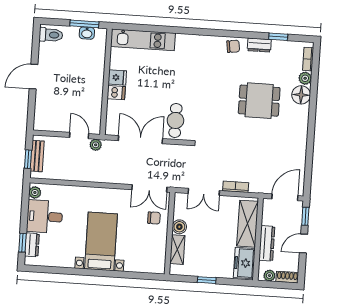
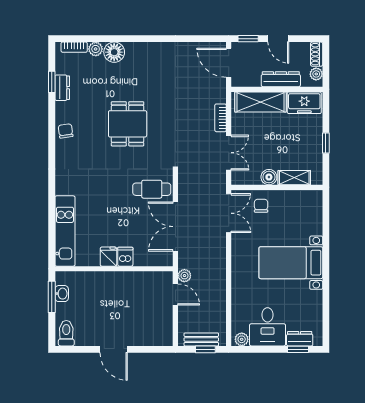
dresser: (259, 45) -> (62, 88), moved
dining table: (259, 101) -> (128, 124), moved
door: (79, 136) -> (175, 295), swing flipped

